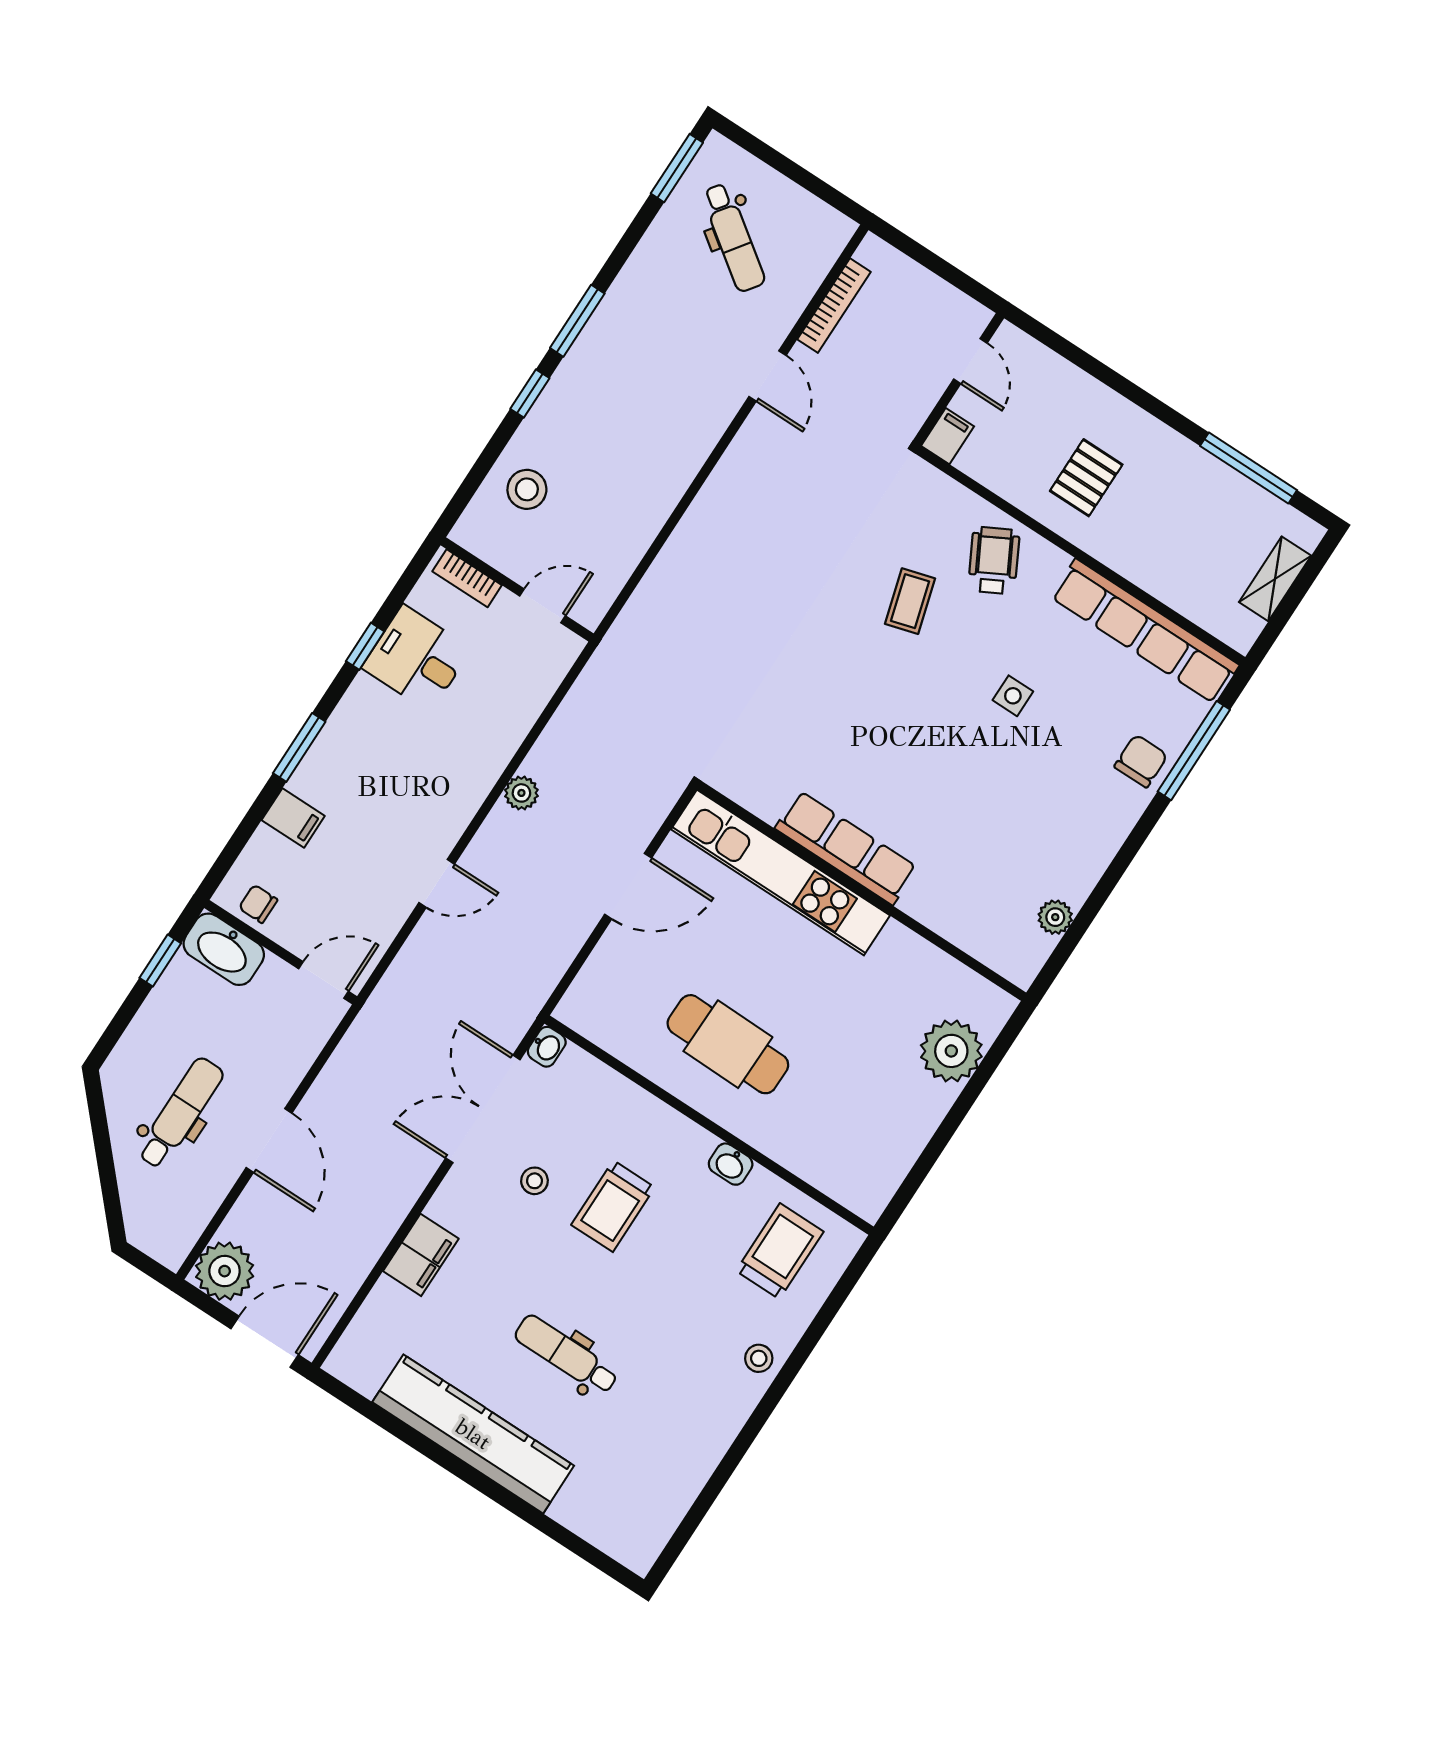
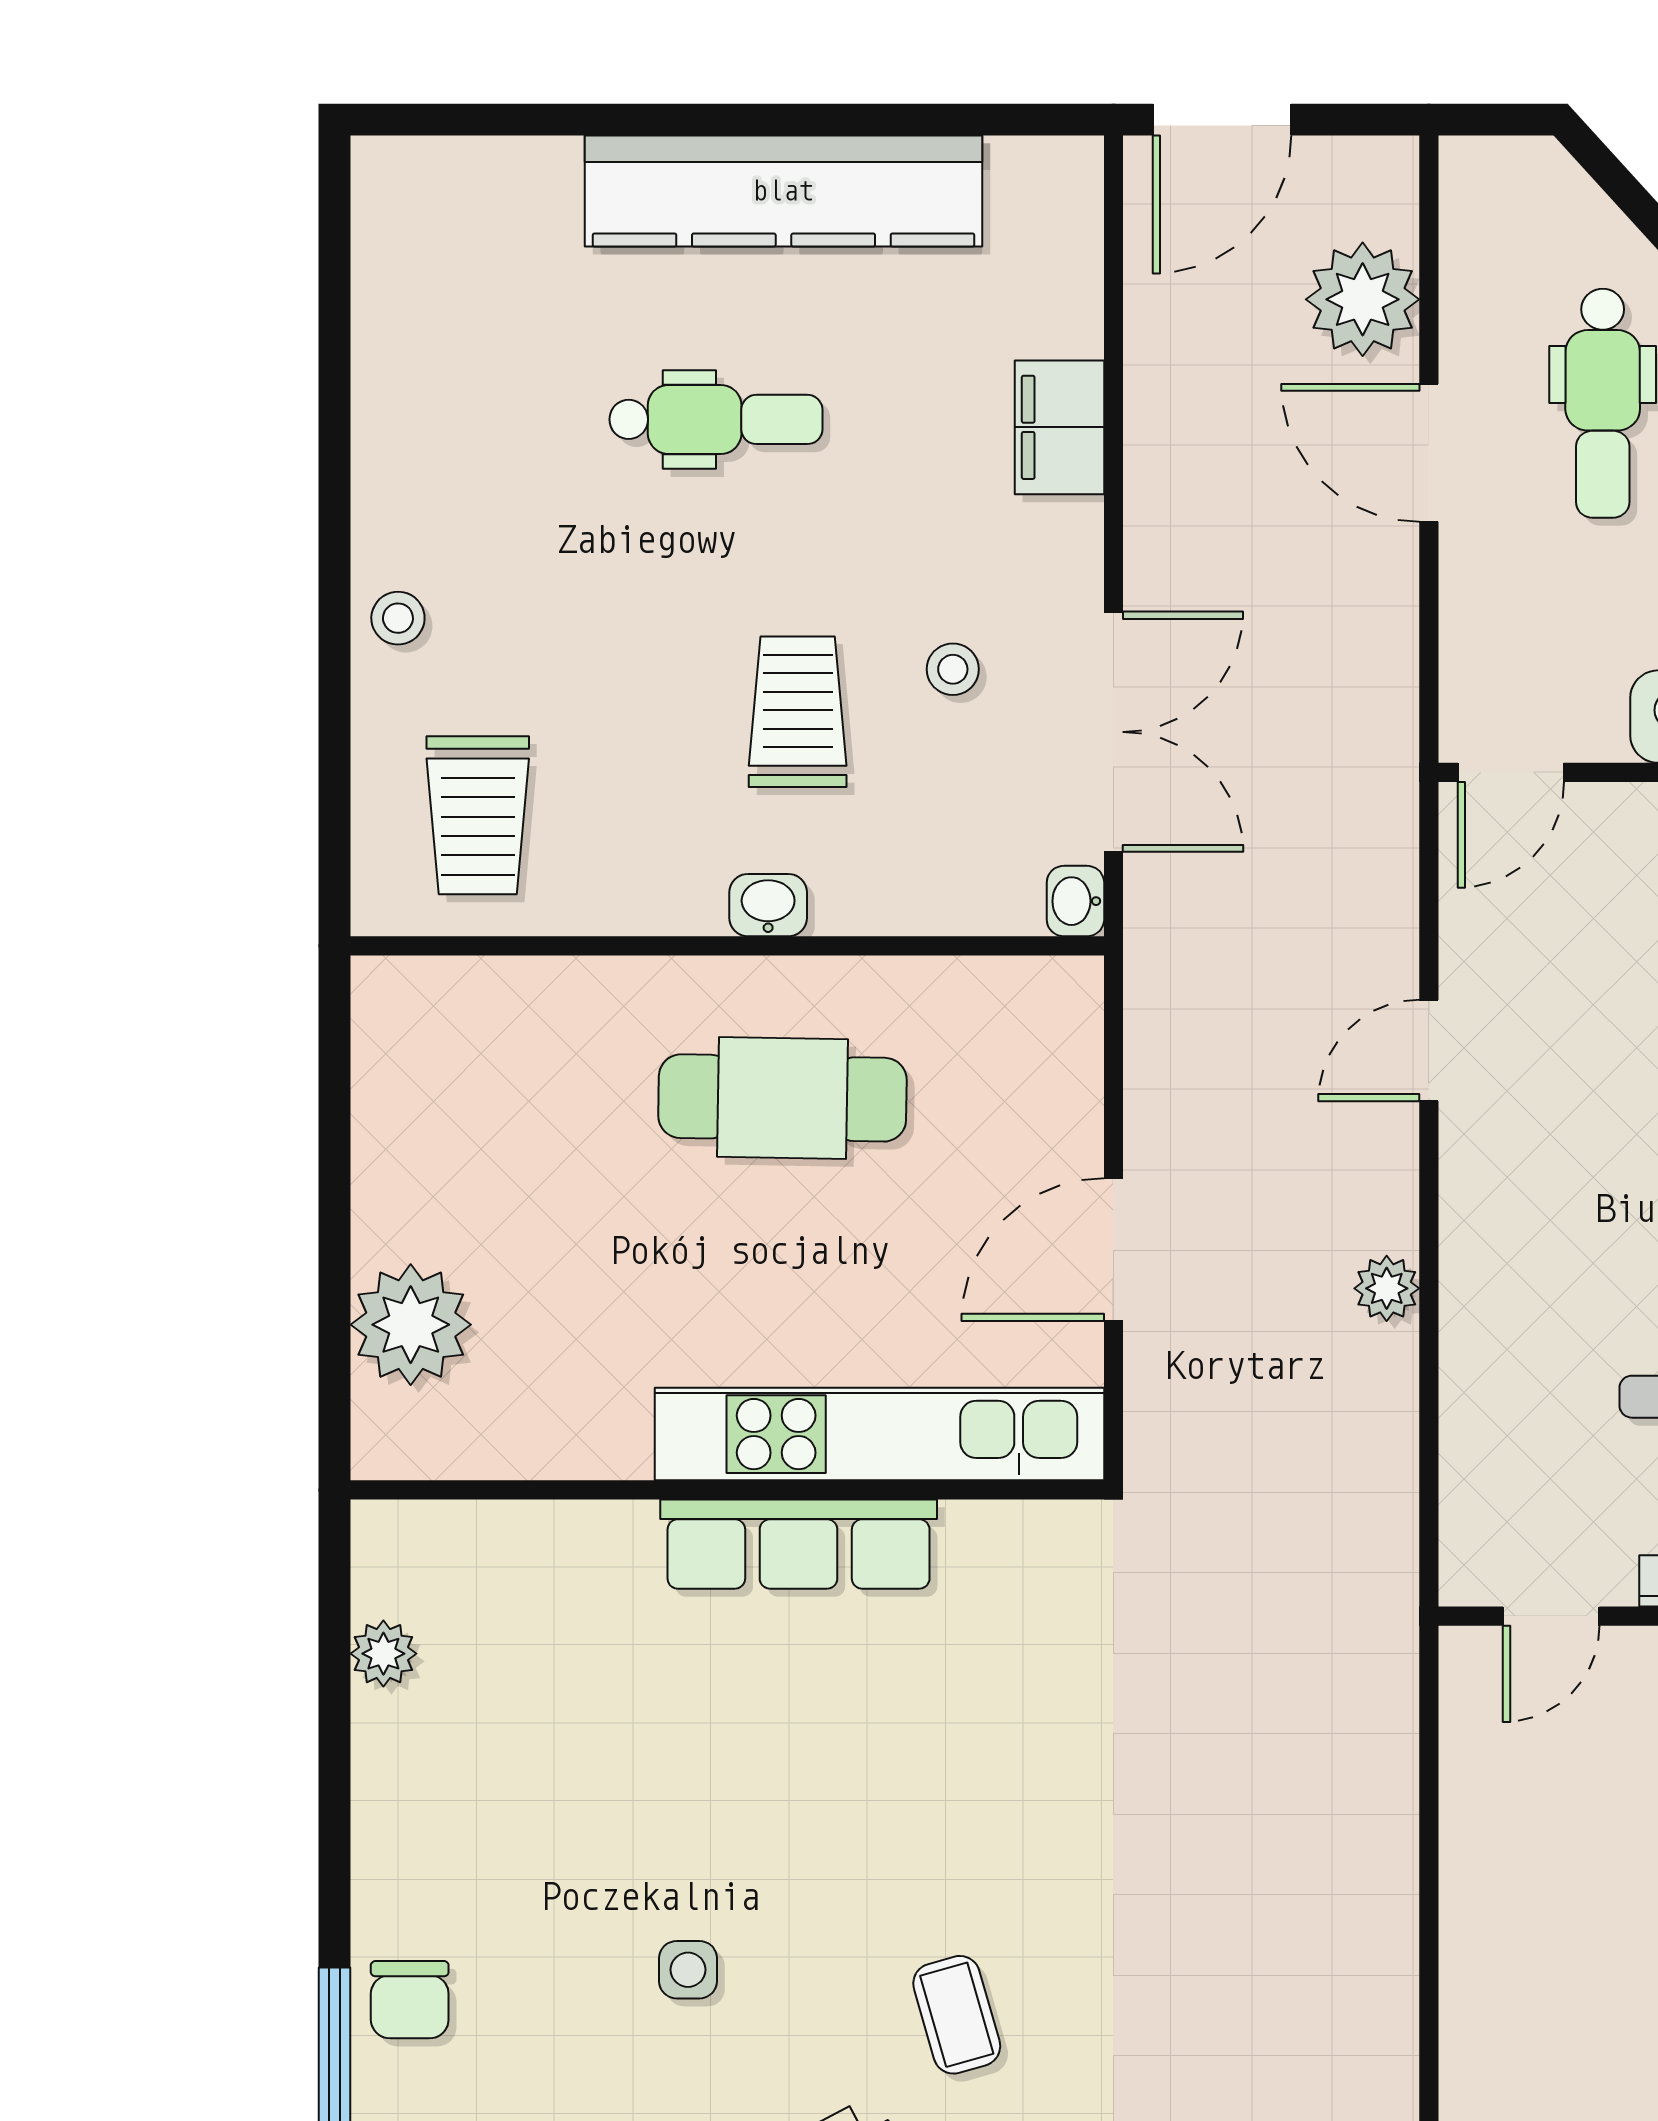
washbasin: (731, 1164) -> (768, 905), moved
plant: (225, 1271) -> (1363, 299), moved

